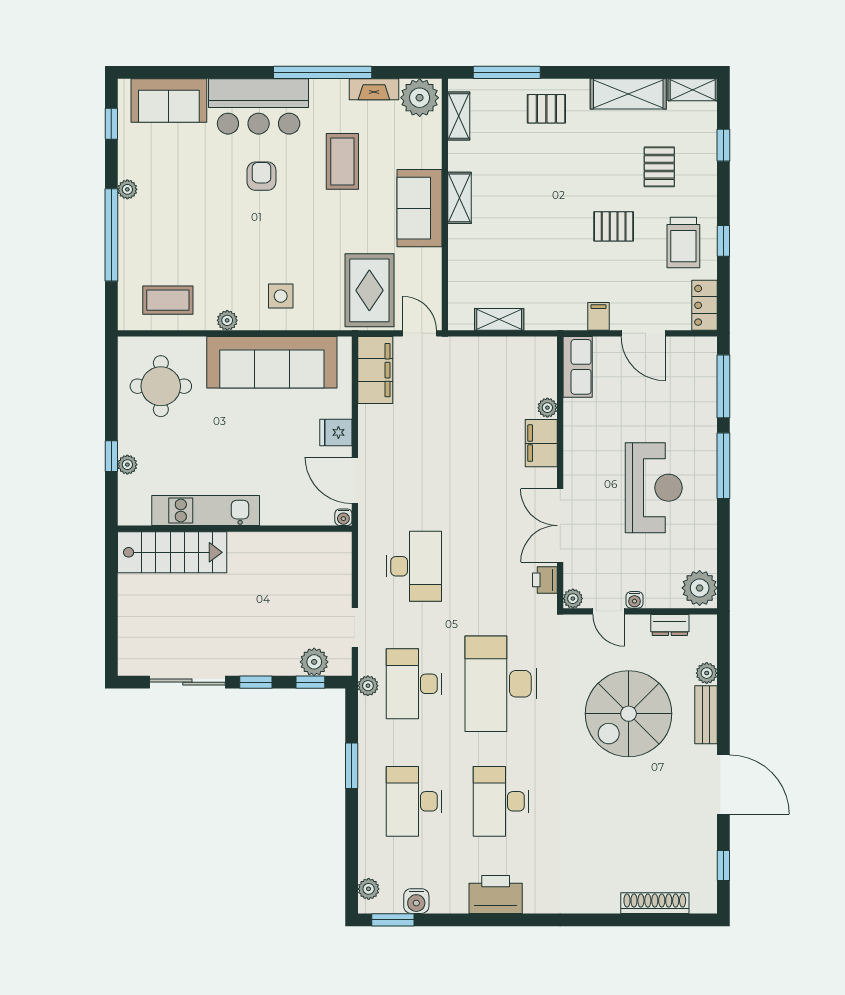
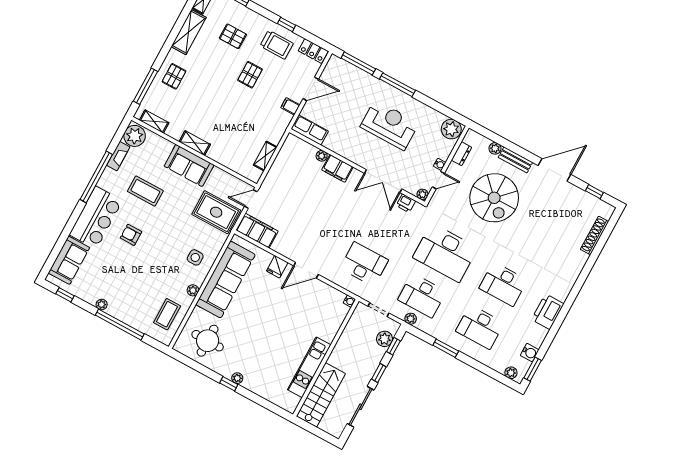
kitchen unit: (206, 511) -> (309, 367), moved
water cooler: (343, 517) -> (349, 301), moved
wall: (235, 529) -> (326, 358), moved
stairs: (172, 552) -> (321, 395), moved

